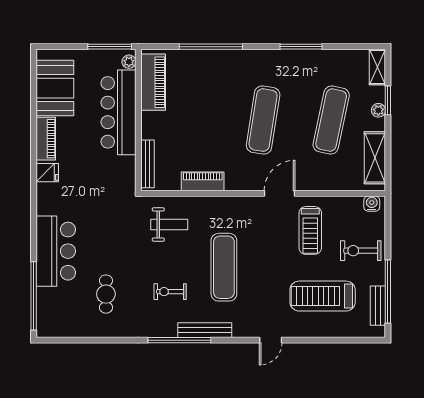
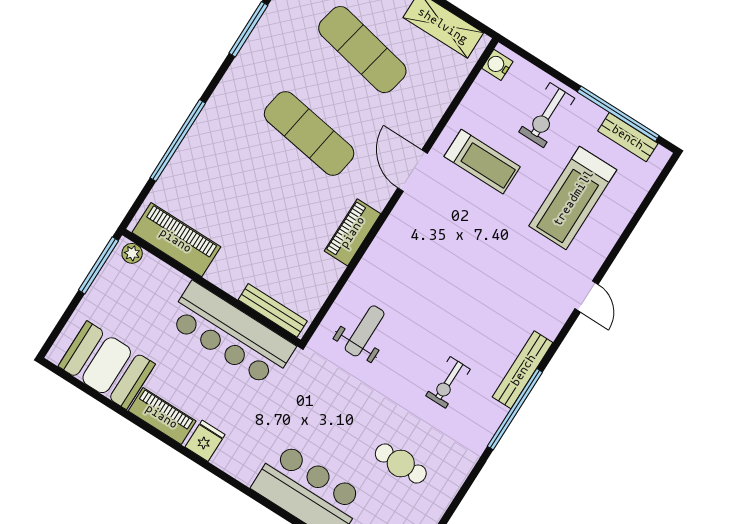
bar counter: (118, 112) -> (231, 334), moved
piano: (203, 181) -> (352, 232), moved
exercise mat: (224, 267) -> (460, 297), removed

